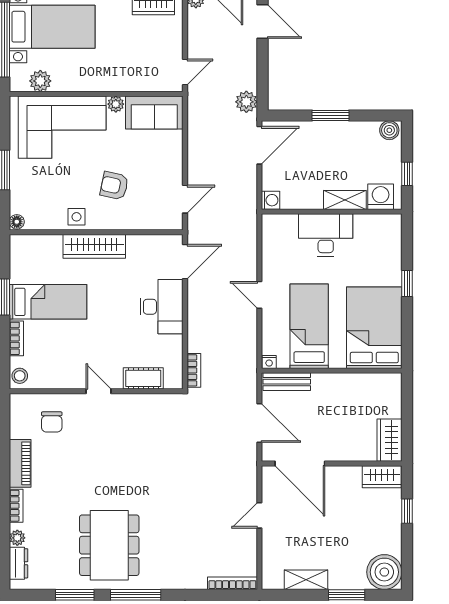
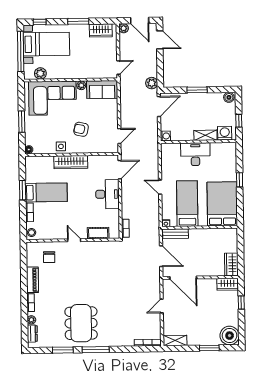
shelving: (306, 580) -> (175, 340), moved

